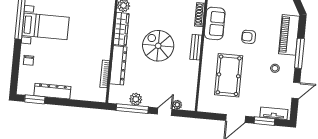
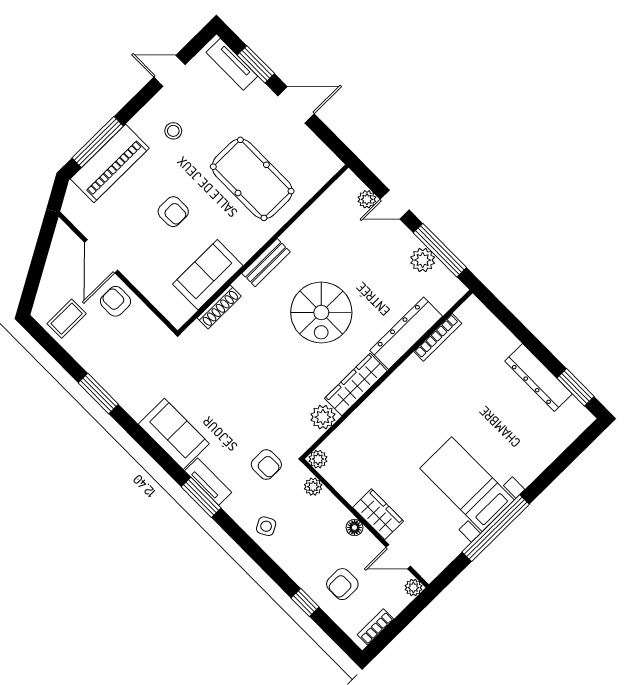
window: (299, 53) -> (98, 142), moved
chair: (29, 60) -> (536, 454), removed
pool table: (229, 75) -> (252, 179), turned 90

